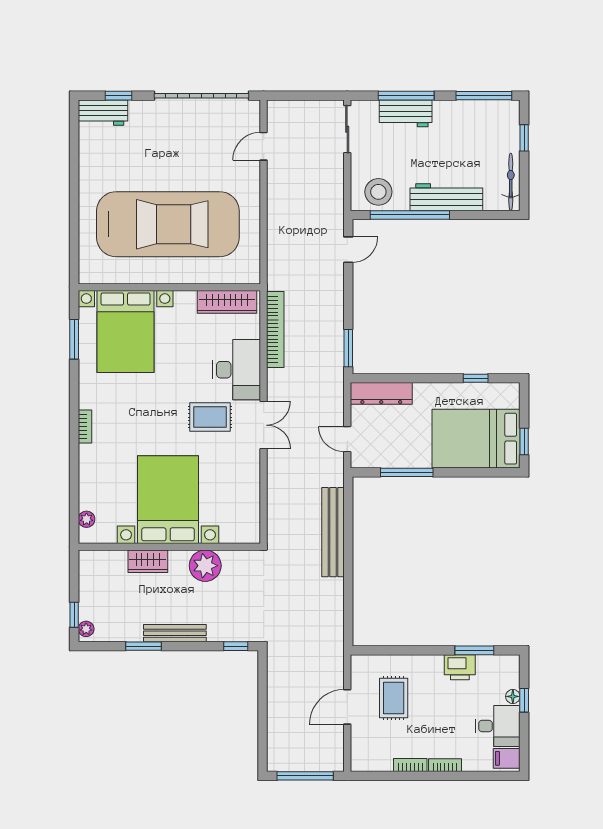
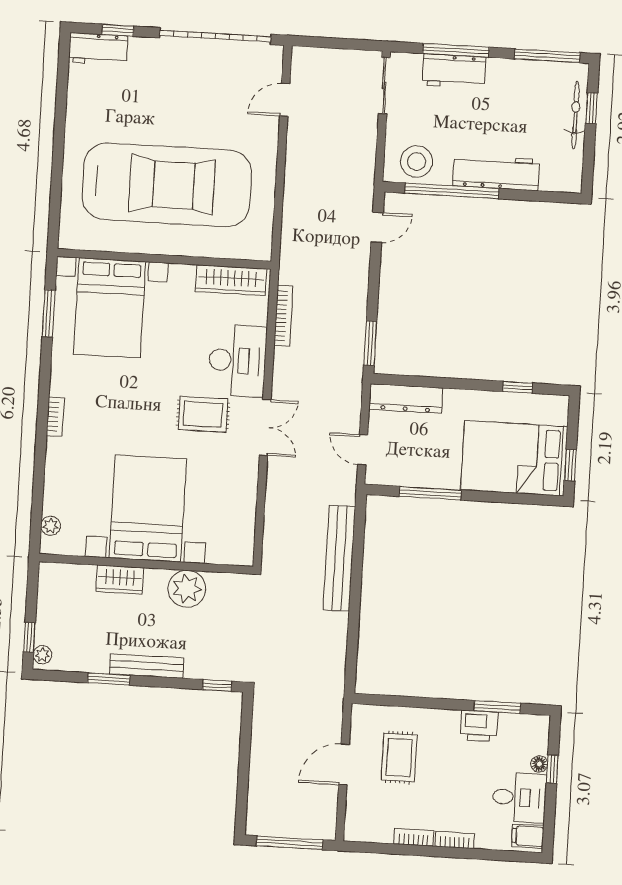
bicycle: (511, 182) -> (575, 115), moved
bookcase: (275, 329) -> (283, 316), width x0.68, depth x0.76

